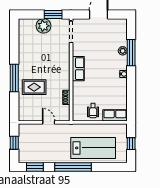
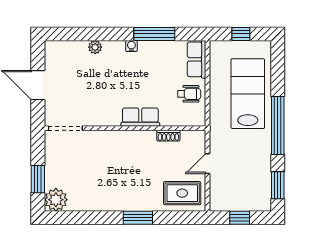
window: (53, 14) -> (38, 179), moved
plant: (43, 26) -> (56, 200), moved
window: (131, 53) -> (154, 34), moved
row of seats: (78, 69) -> (140, 117), moved
window: (14, 78) -> (138, 218), width x0.69
rug: (34, 87) -> (182, 193), moved, turned 90

